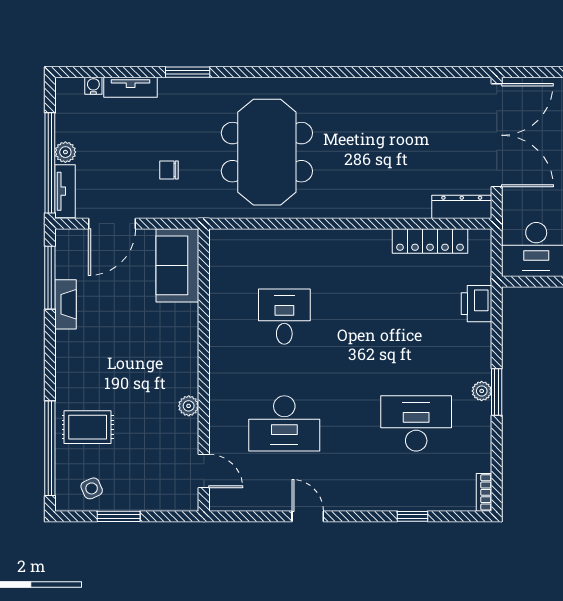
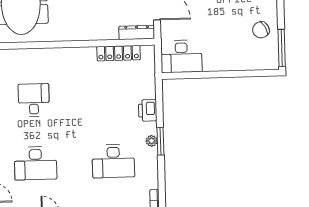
printer: (477, 304) -> (148, 110), moved
desk: (416, 423) -> (113, 161), turned 180

